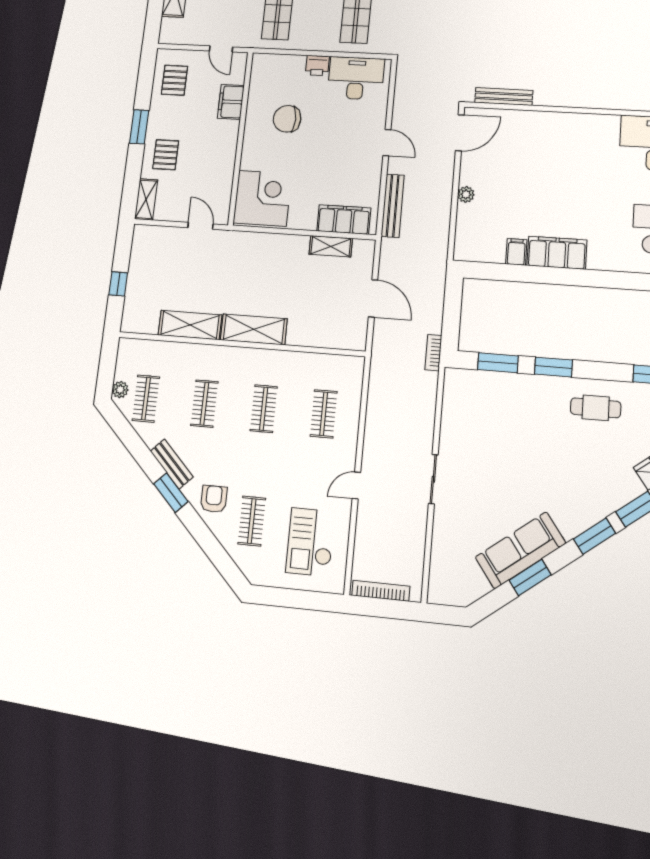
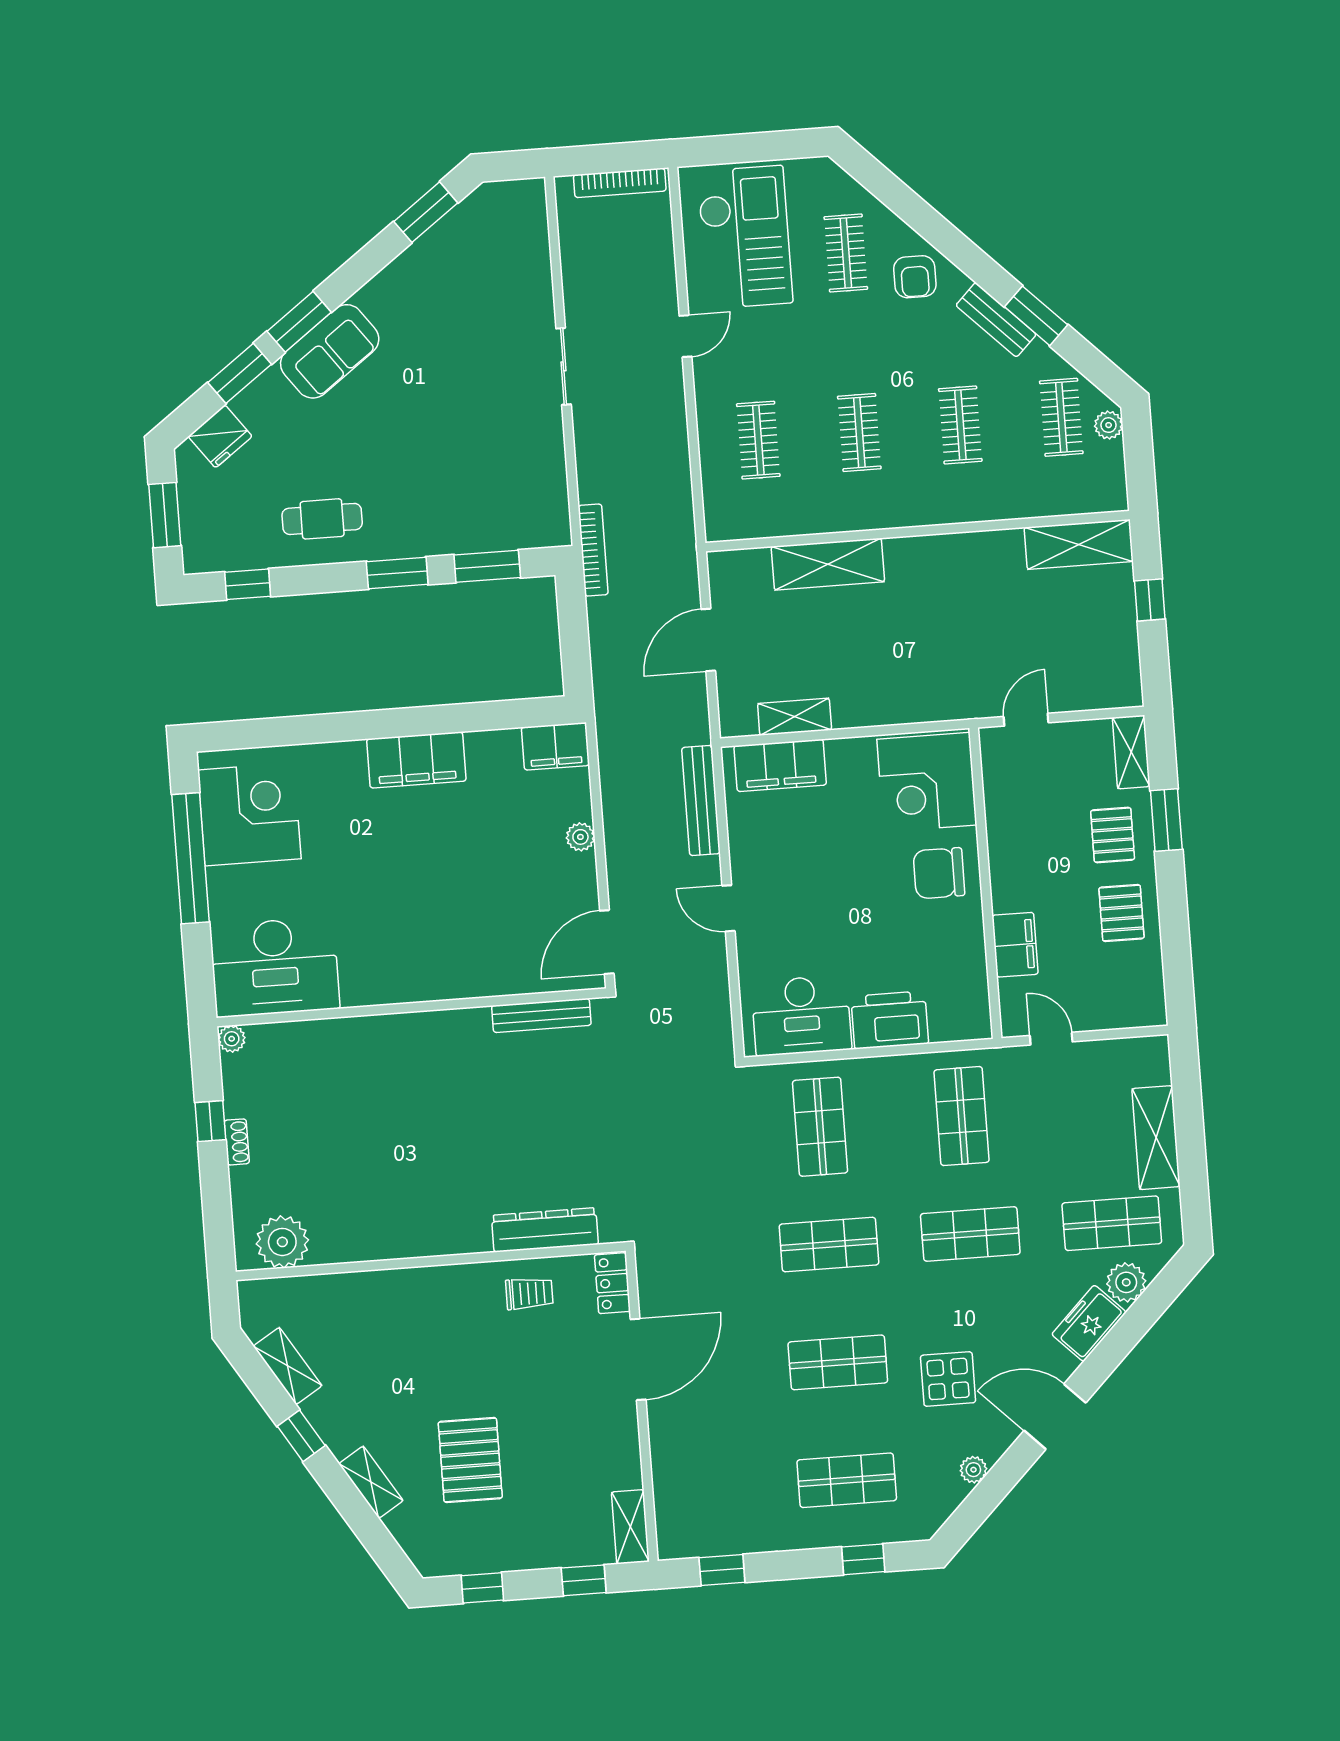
printer: (317, 66) -> (890, 1020), width x1.87, depth x1.48
pallet: (174, 80) -> (1121, 913), moved
chair: (287, 119) -> (939, 873), moved, turned 180
window: (139, 127) -> (1166, 820), moved
door: (200, 226) -> (1026, 720), swing flipped
filing cabinet: (516, 252) -> (555, 746), moved, width x2.00
door: (373, 298) -> (708, 640), hinge flipped
shelving: (190, 325) -> (1079, 544), moved
shelving: (254, 329) -> (828, 564), moved
bookcase: (433, 353) -> (593, 550), width x1.56
window: (171, 493) -> (1036, 316), moved
checkout: (310, 542) -> (745, 237), width x1.36, depth x1.21
sofa: (520, 550) -> (330, 351), moved, width x0.73
window: (530, 577) -> (426, 212), moved

